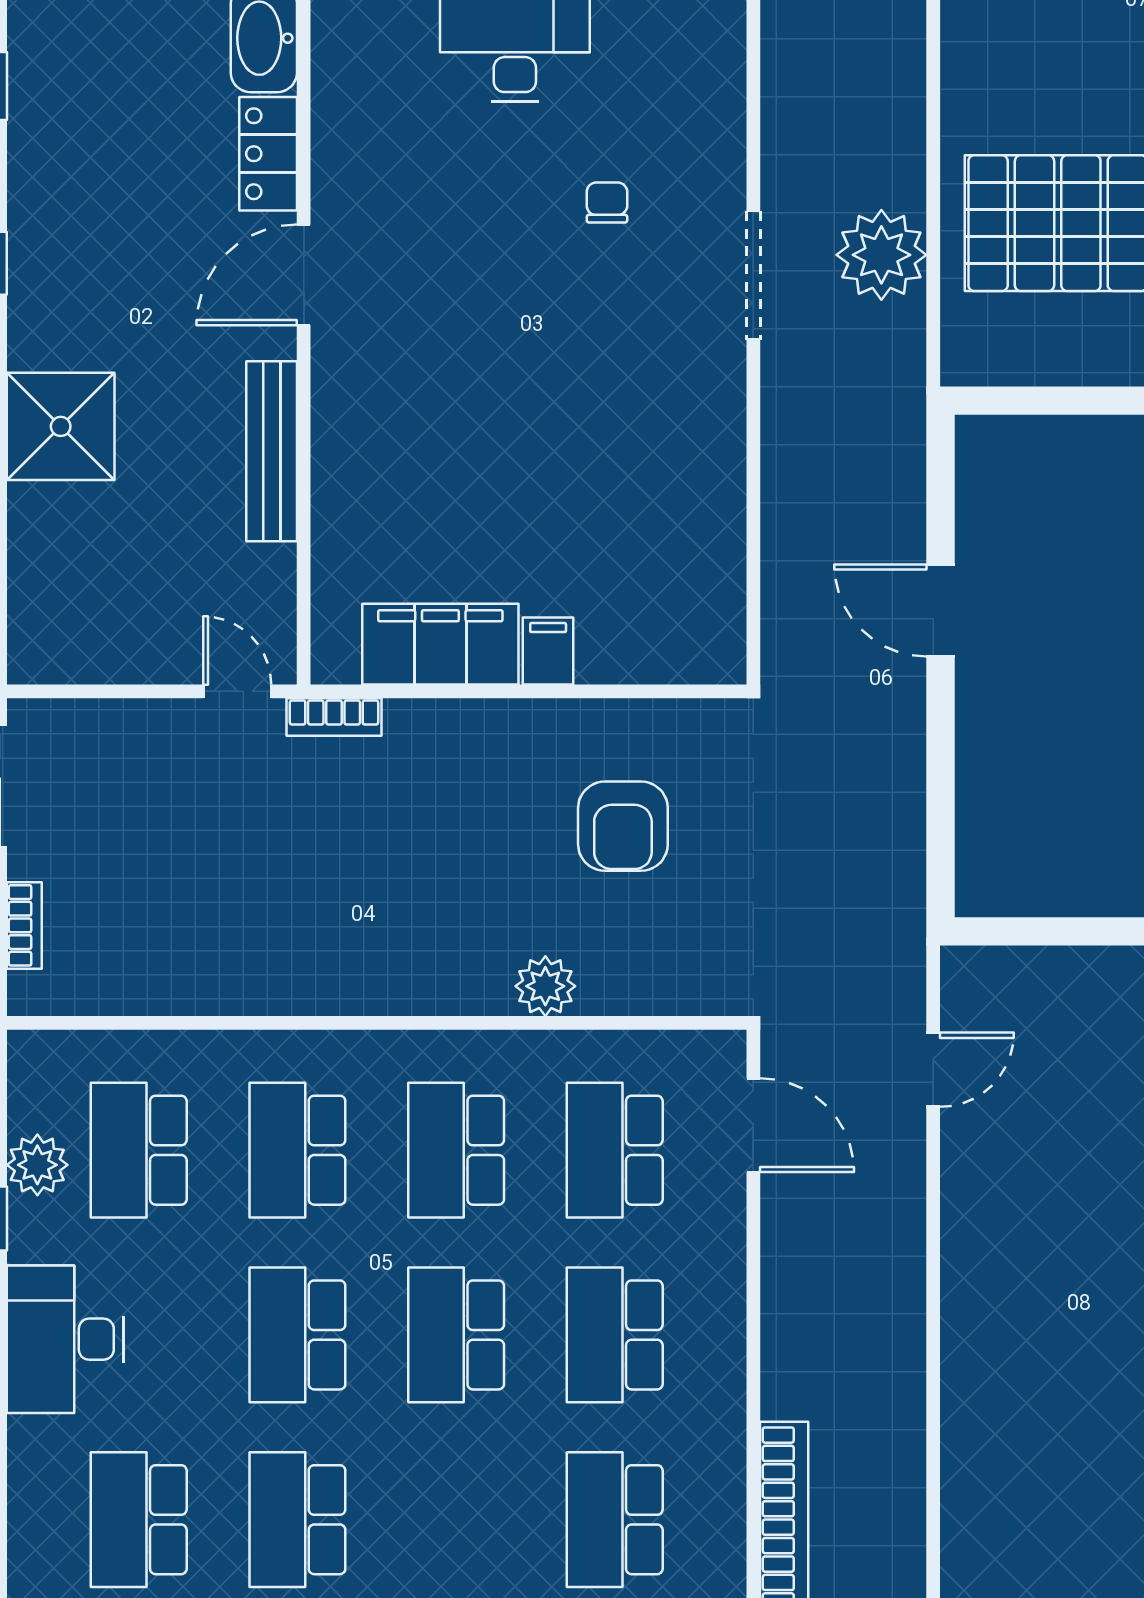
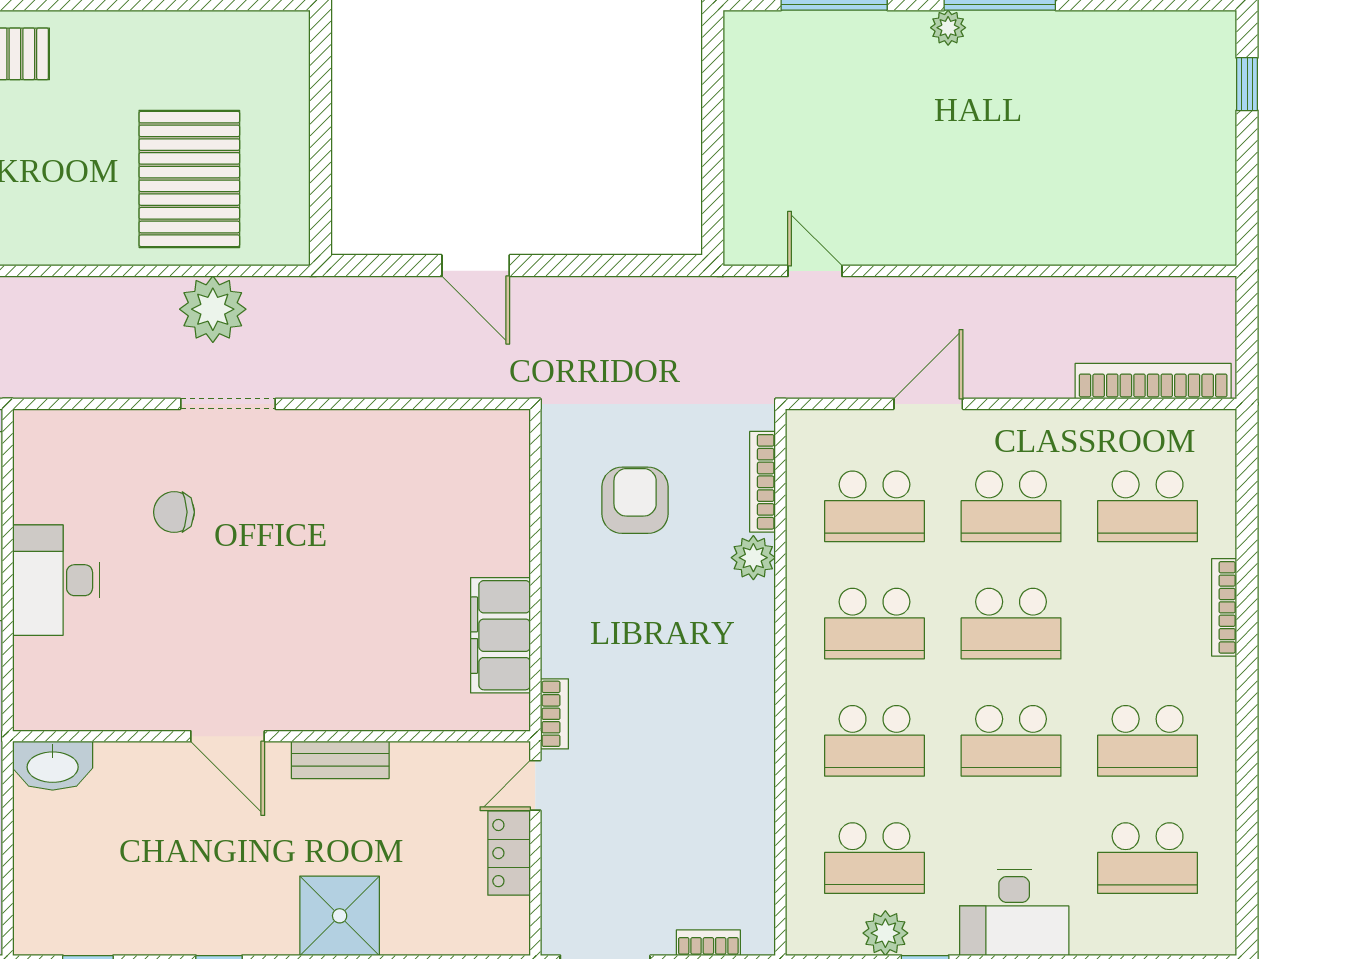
locker: (268, 154) -> (509, 853), moved, turned 90
chair: (607, 202) -> (174, 512), width x1.37, depth x1.37
bench: (272, 451) -> (340, 760), width x0.73
door: (941, 611) -> (476, 266), hinge flipped
filing cabinet: (548, 651) -> (506, 556), removed
armchair: (623, 826) -> (635, 500), turned -90
bookcase: (648, 999) -> (763, 482), added
door: (753, 1125) -> (928, 404), moved

